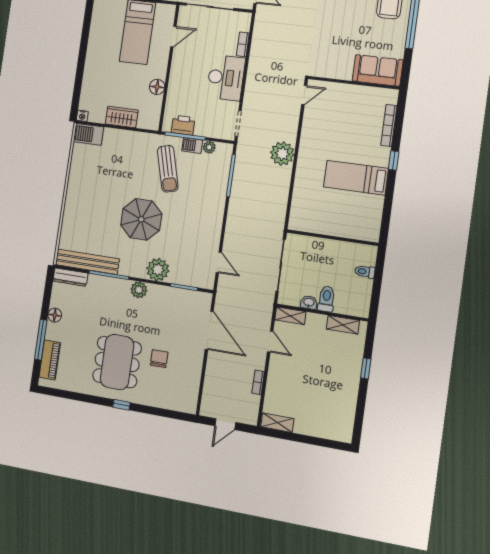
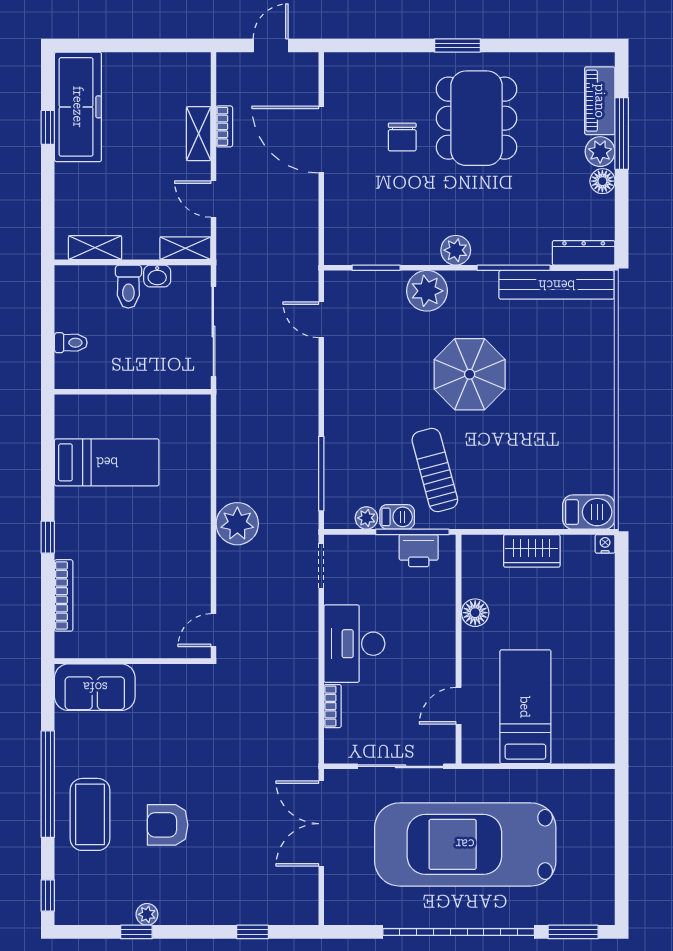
bed: (356, 178) -> (107, 462), moved
door: (209, 330) -> (321, 140), moved
plant: (54, 332) -> (600, 152), added
window: (366, 368) -> (48, 127), moved
window: (121, 405) -> (458, 45), width x1.50
freezer: (342, 409) -> (78, 107), added
shelving: (277, 423) -> (199, 134), moved, turned 90

